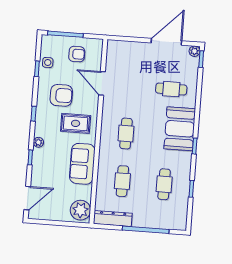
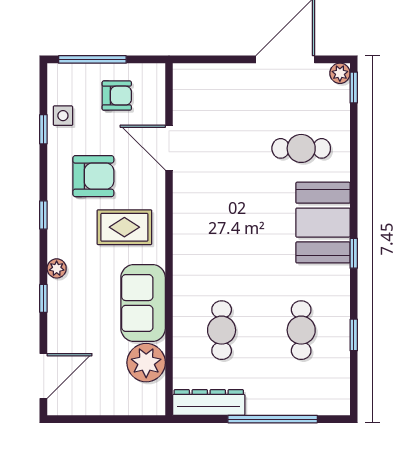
cafe table: (126, 133) -> (222, 239), removed
plant: (80, 210) -> (146, 363), moved

